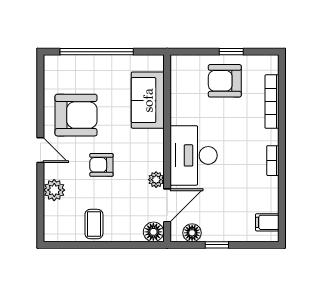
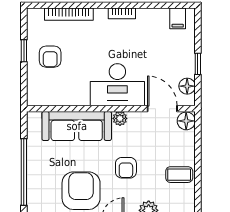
armchair: (225, 81) -> (50, 57), width x0.72, depth x0.72
sofa: (148, 100) -> (77, 126), width x1.36
plant: (156, 180) -> (120, 118), moved

